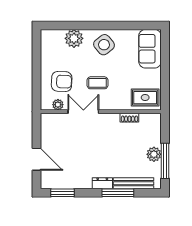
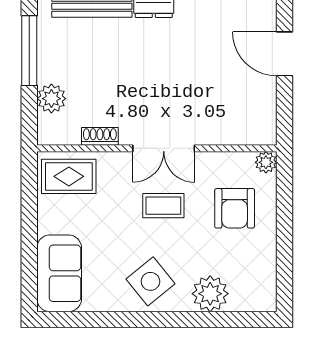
armchair: (62, 81) -> (235, 208), turned -92
plant: (58, 105) -> (266, 162), moved
double door: (83, 112) -> (164, 148), moved
plant: (154, 154) -> (51, 99), moved

